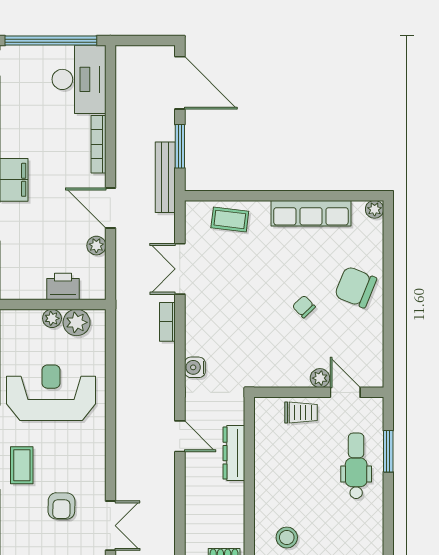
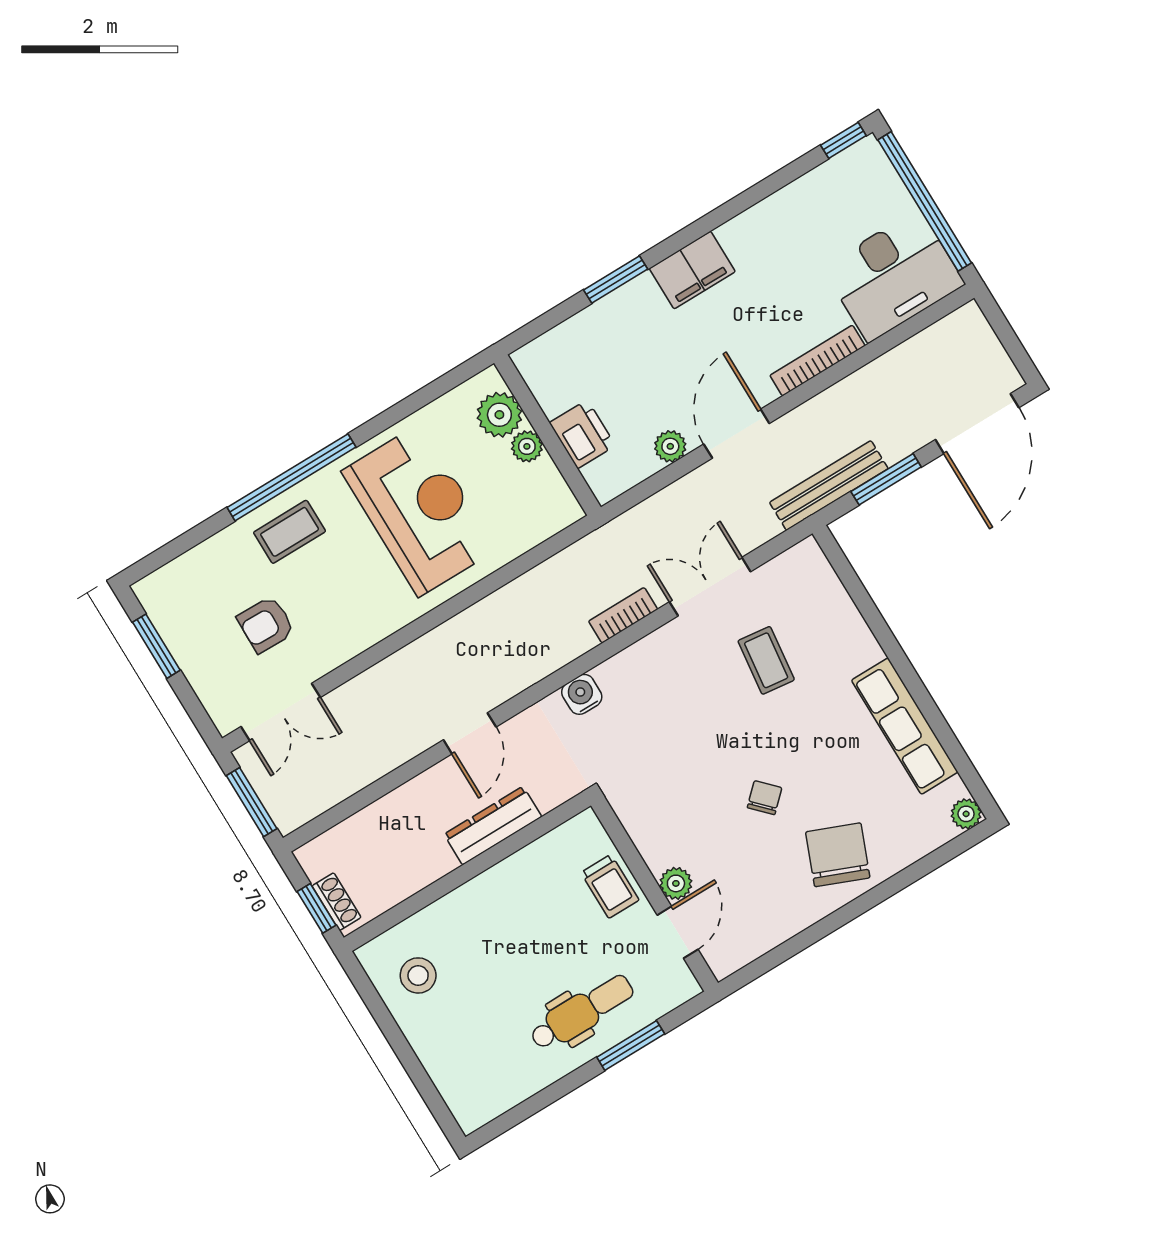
coffee table: (230, 219) -> (766, 660), moved
plant: (77, 322) -> (499, 415), moved

